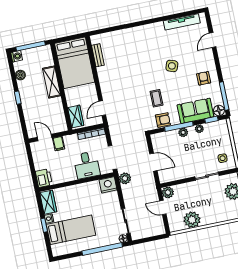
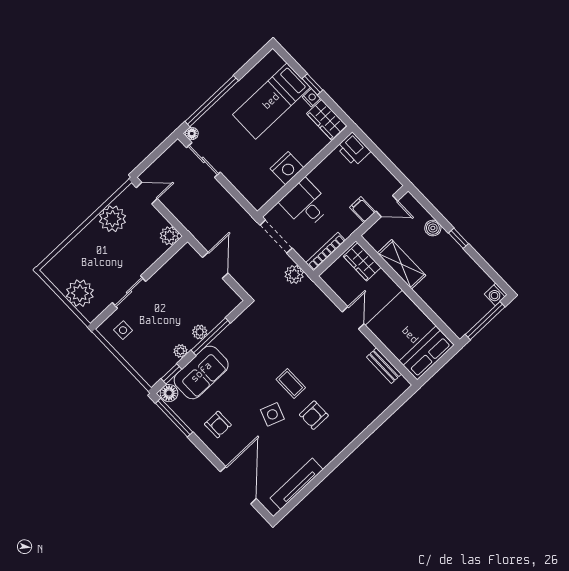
door: (213, 40) -> (238, 485), width x1.87
boiler: (20, 75) -> (433, 228), moved
shelving: (52, 82) -> (402, 264), moved
coffee table: (157, 98) -> (291, 383), moved
door: (102, 108) -> (353, 318), moved
armchair: (163, 120) -> (314, 415), moved
door: (153, 162) -> (215, 265), swing flipped
plant: (125, 178) -> (294, 275), moved
nightstand: (108, 185) -> (287, 168), moved
door: (163, 208) -> (147, 193), moved

